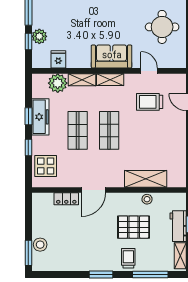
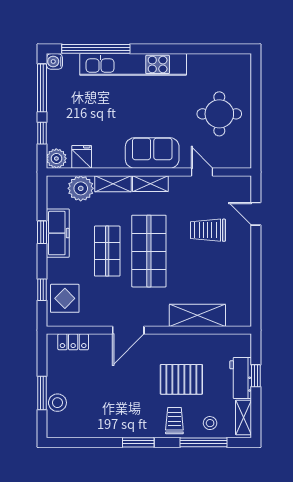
plant: (39, 36) -> (56, 158), moved
trolley: (150, 102) -> (208, 230), moved
shop shelf: (109, 130) -> (149, 251), width x1.43, depth x1.36
window: (28, 147) -> (42, 290), moved
locker: (66, 199) -> (73, 342), moved
stool: (147, 199) -> (210, 423), moved
window: (28, 253) -> (42, 393), moved

